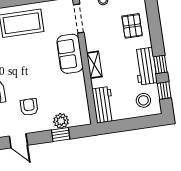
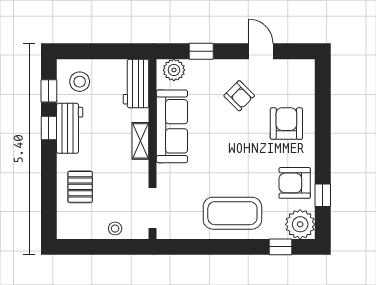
sofa: (70, 54) -> (172, 126), moved, width x1.36
armchair: (29, 107) -> (239, 96), turned -45
plant: (61, 121) -> (174, 70), moved

